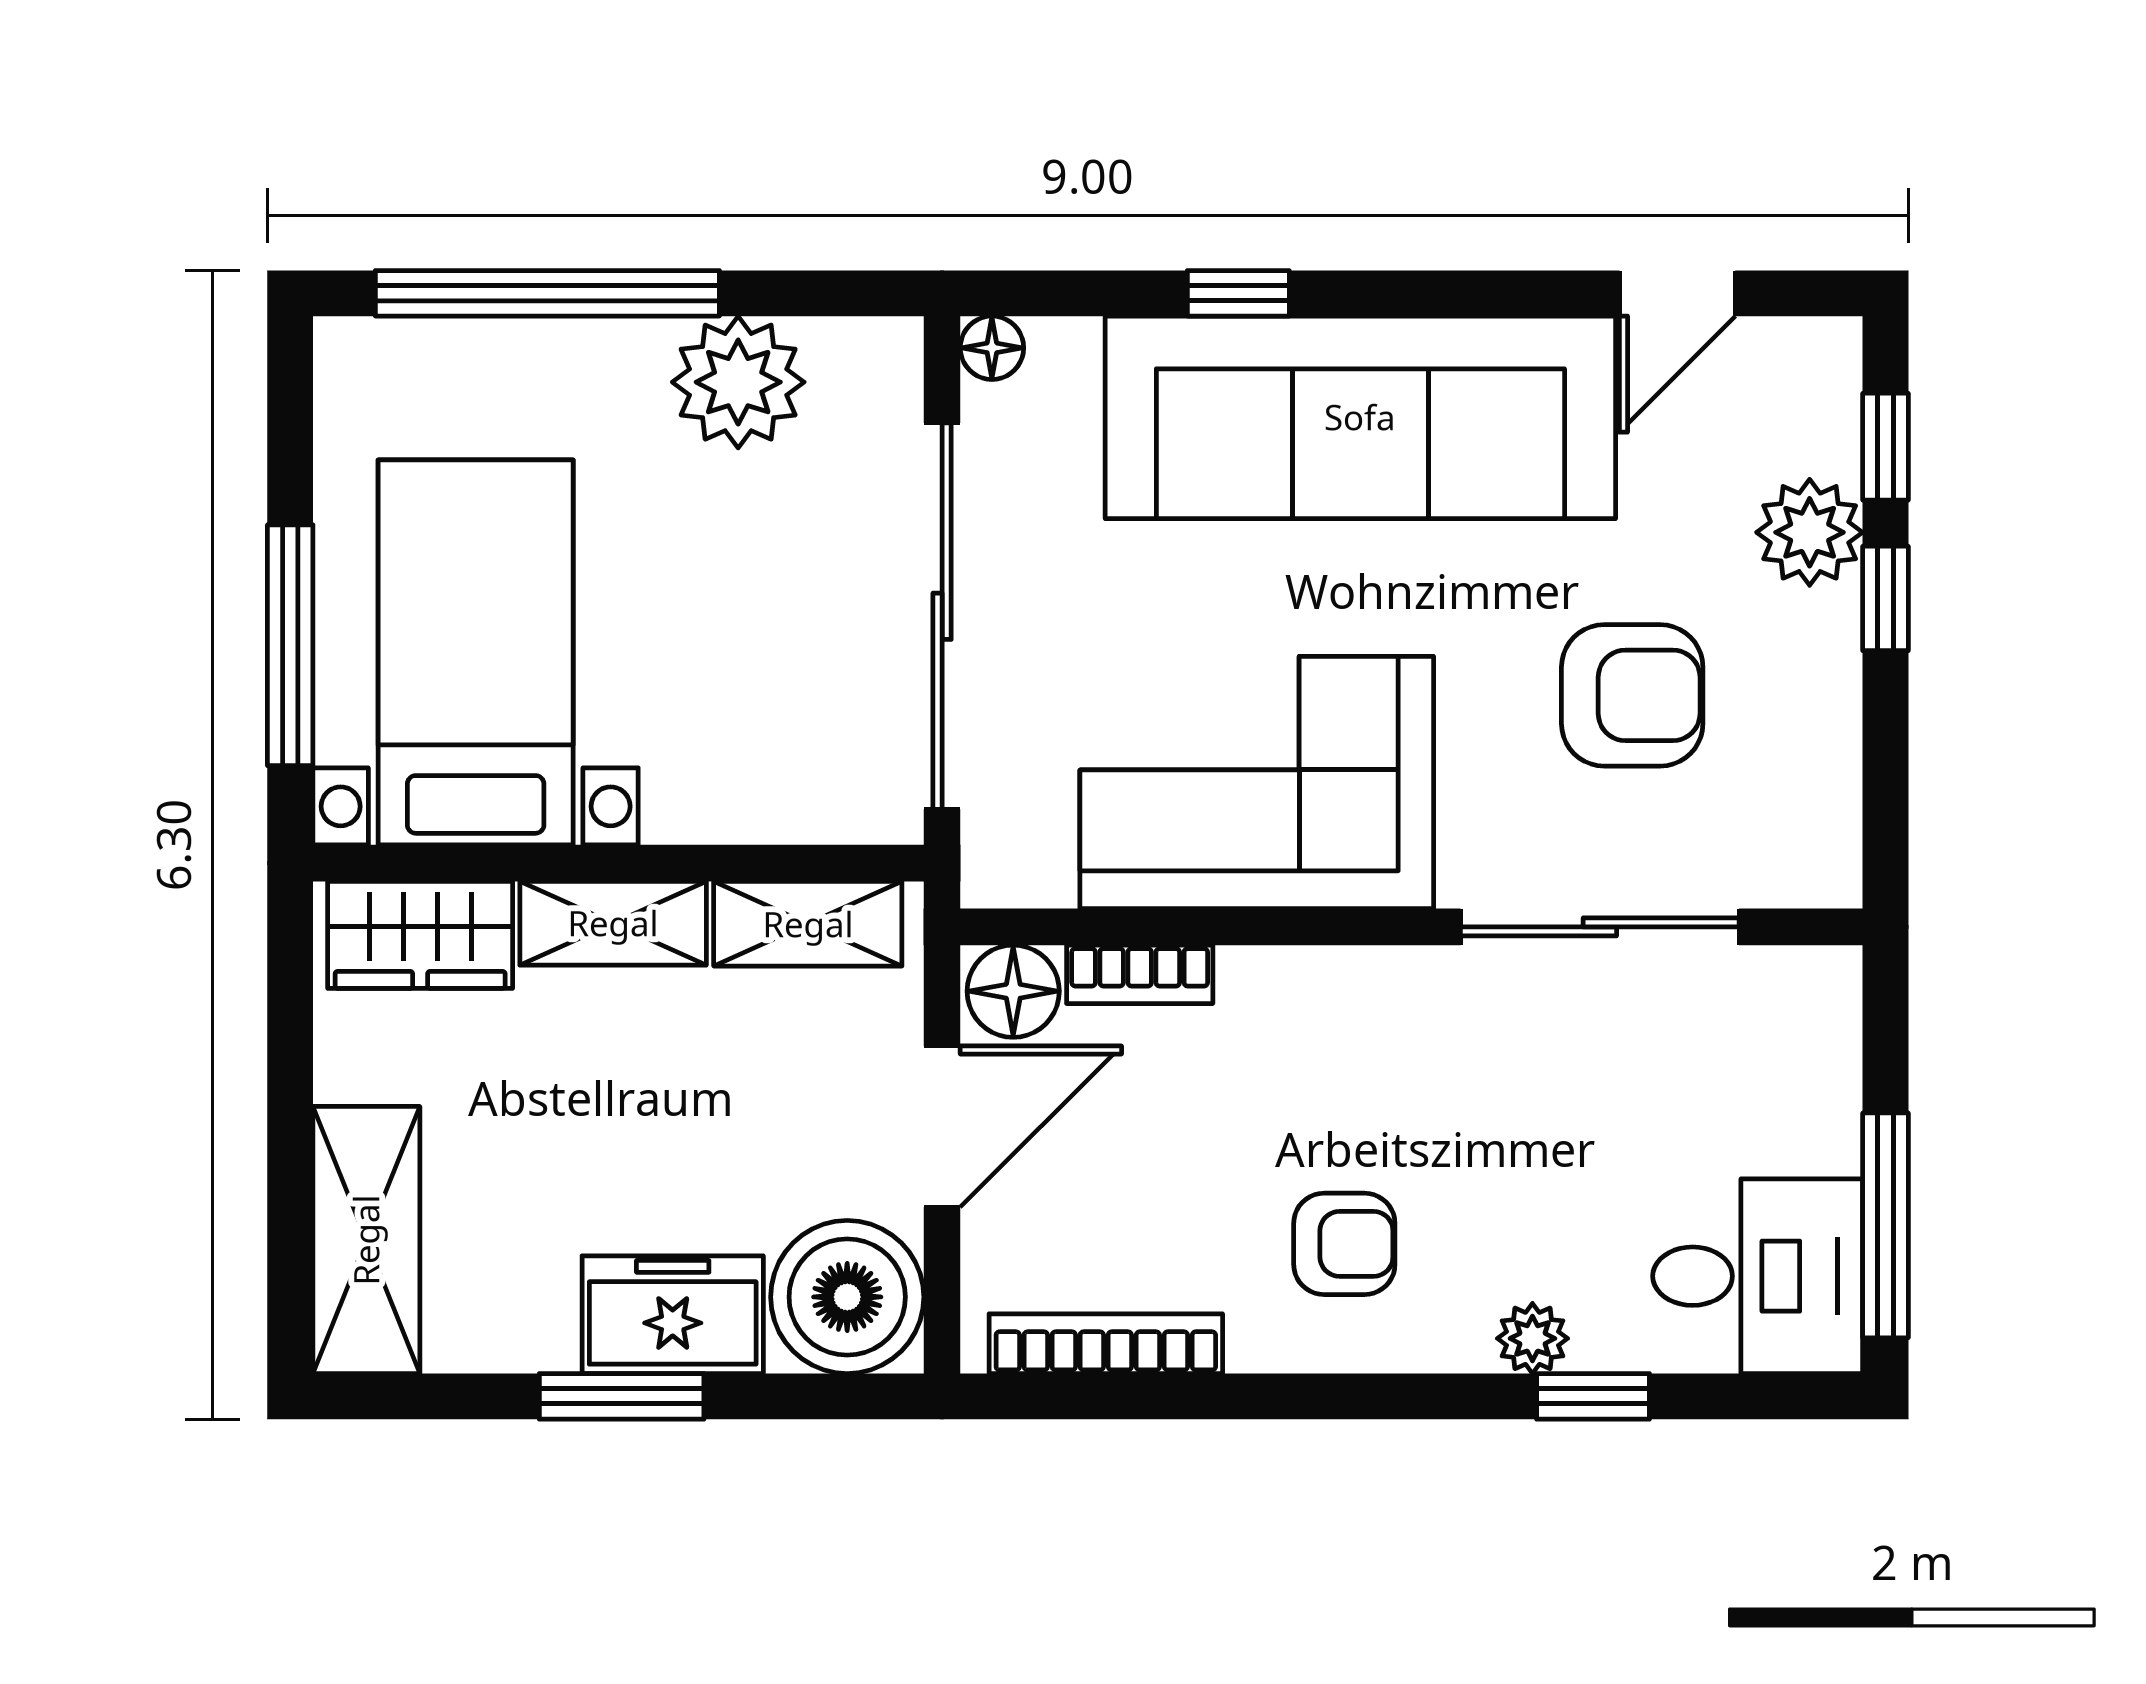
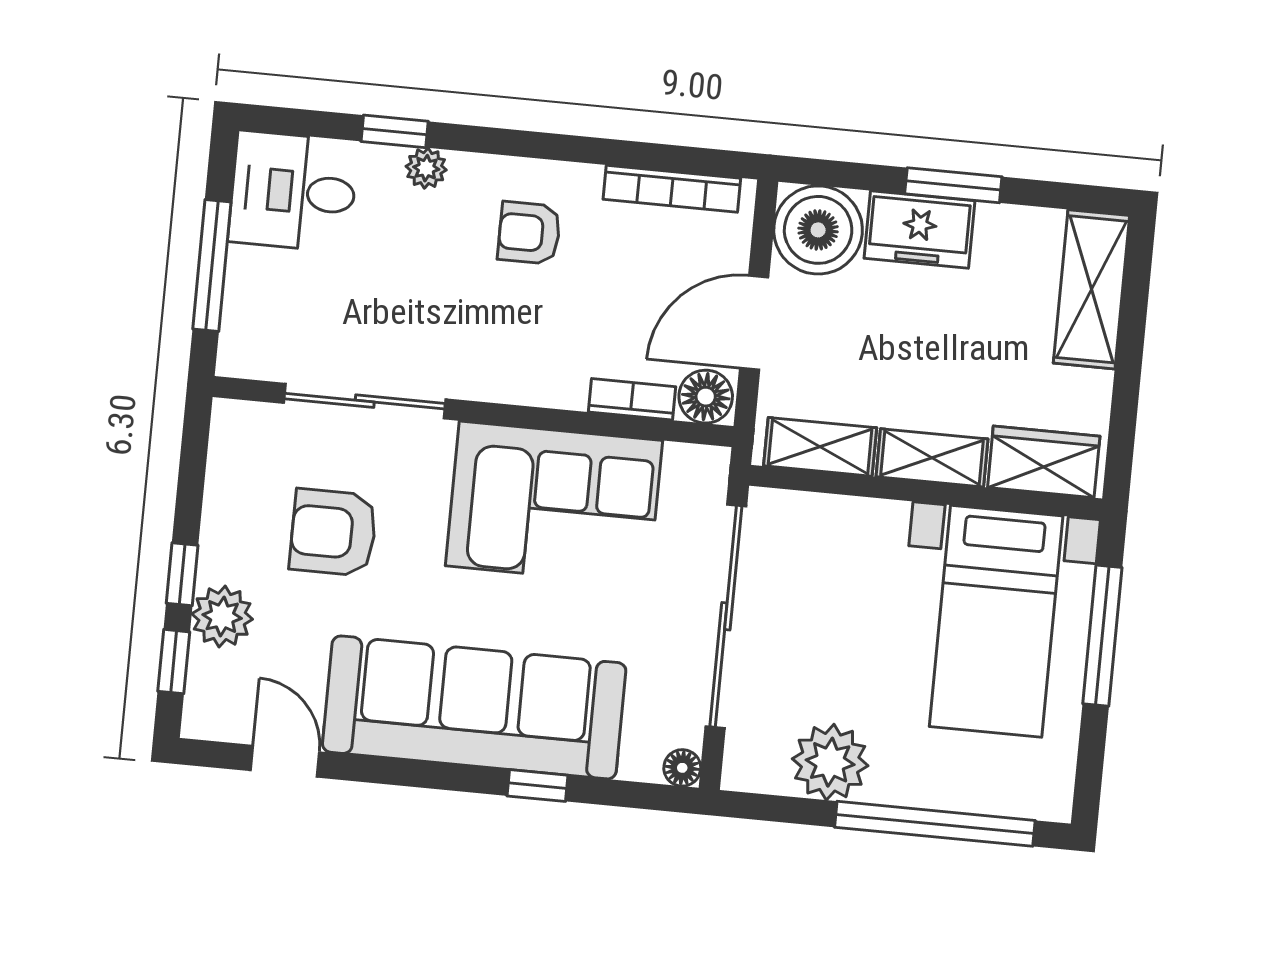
door: (1677, 293) -> (285, 761), hinge flipped
window: (1886, 1225) -> (212, 265), moved

